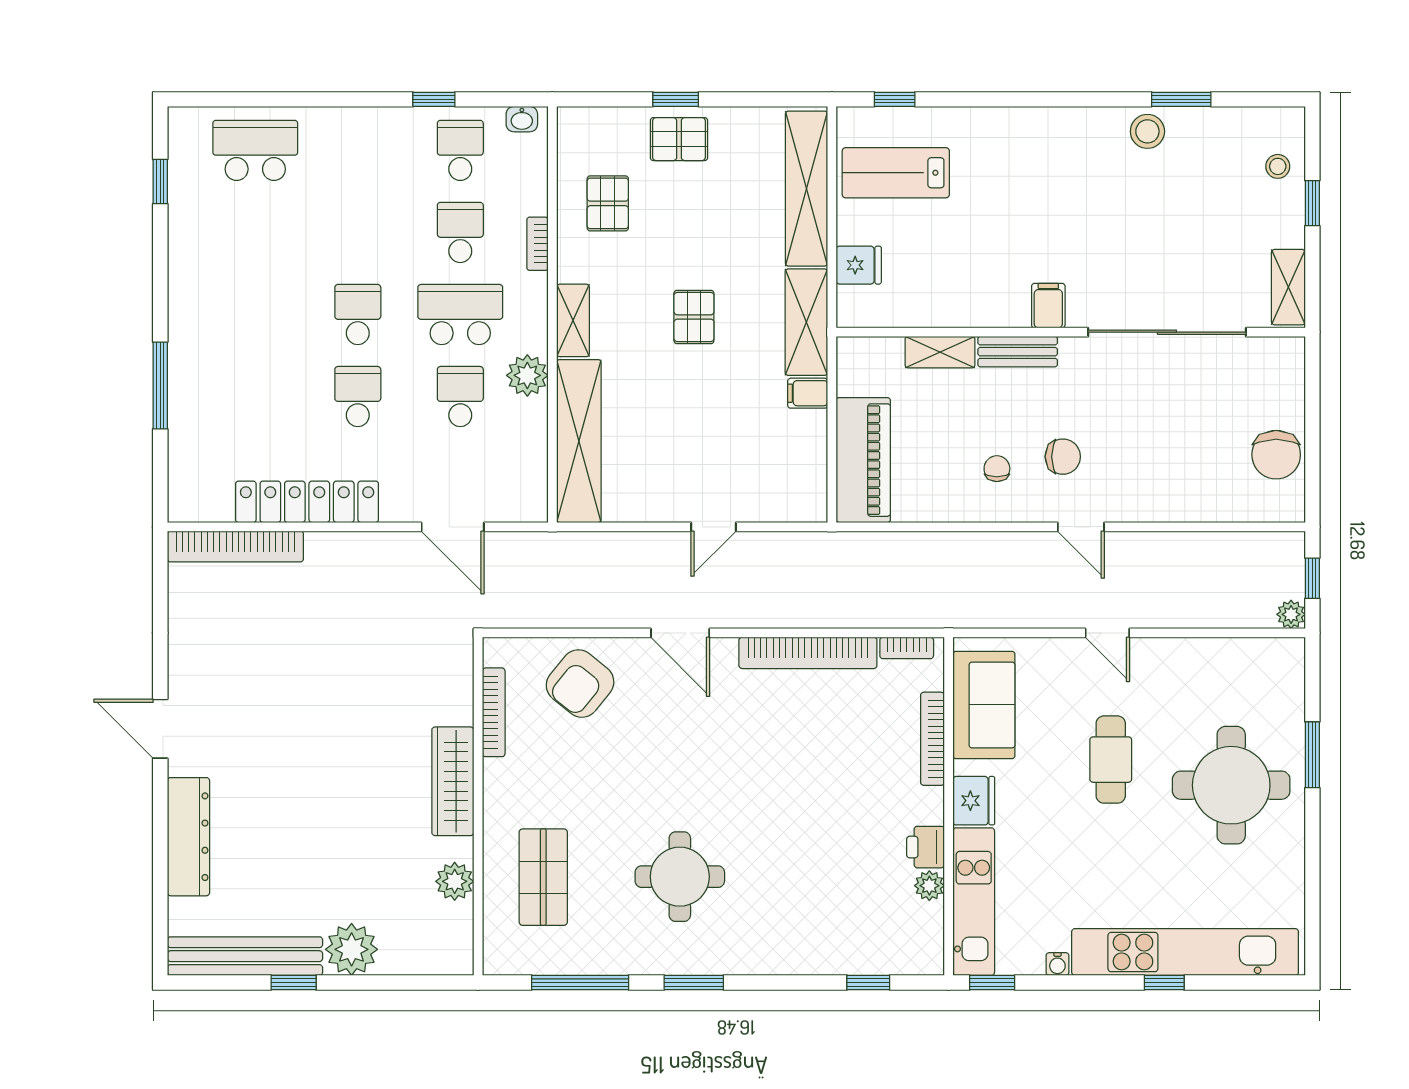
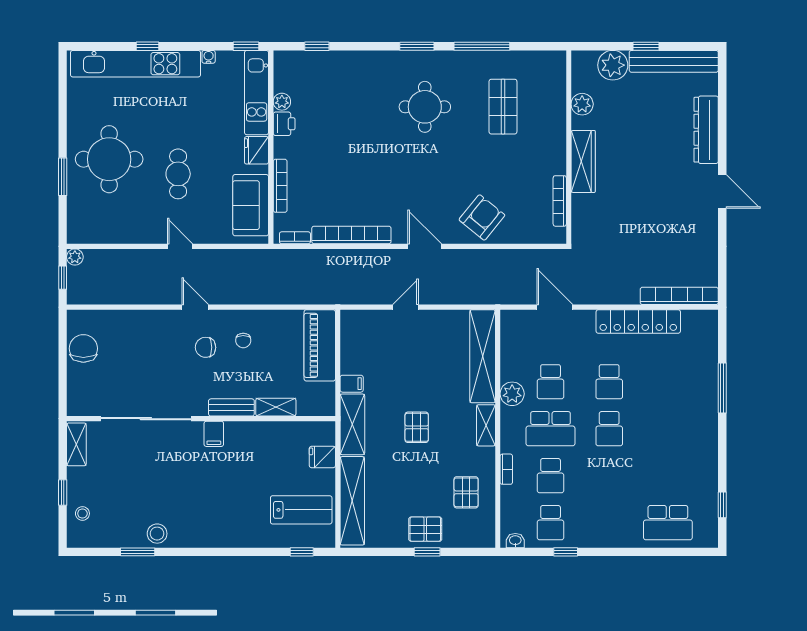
bookcase: (494, 712) -> (560, 201), moved
wardrobe: (453, 781) -> (583, 161), moved
wall: (478, 806) -> (569, 147), moved
plant: (455, 881) -> (582, 104), moved

